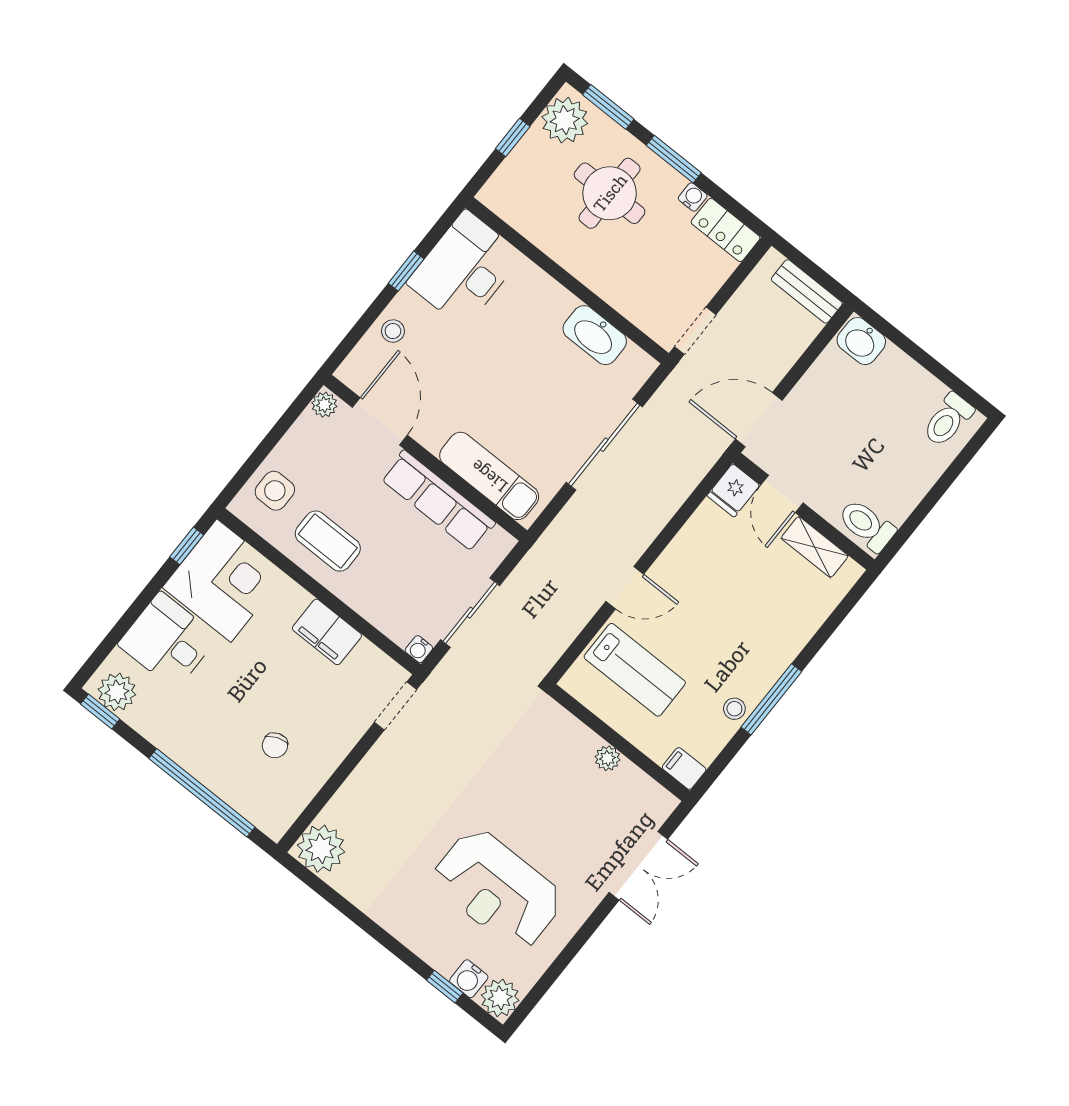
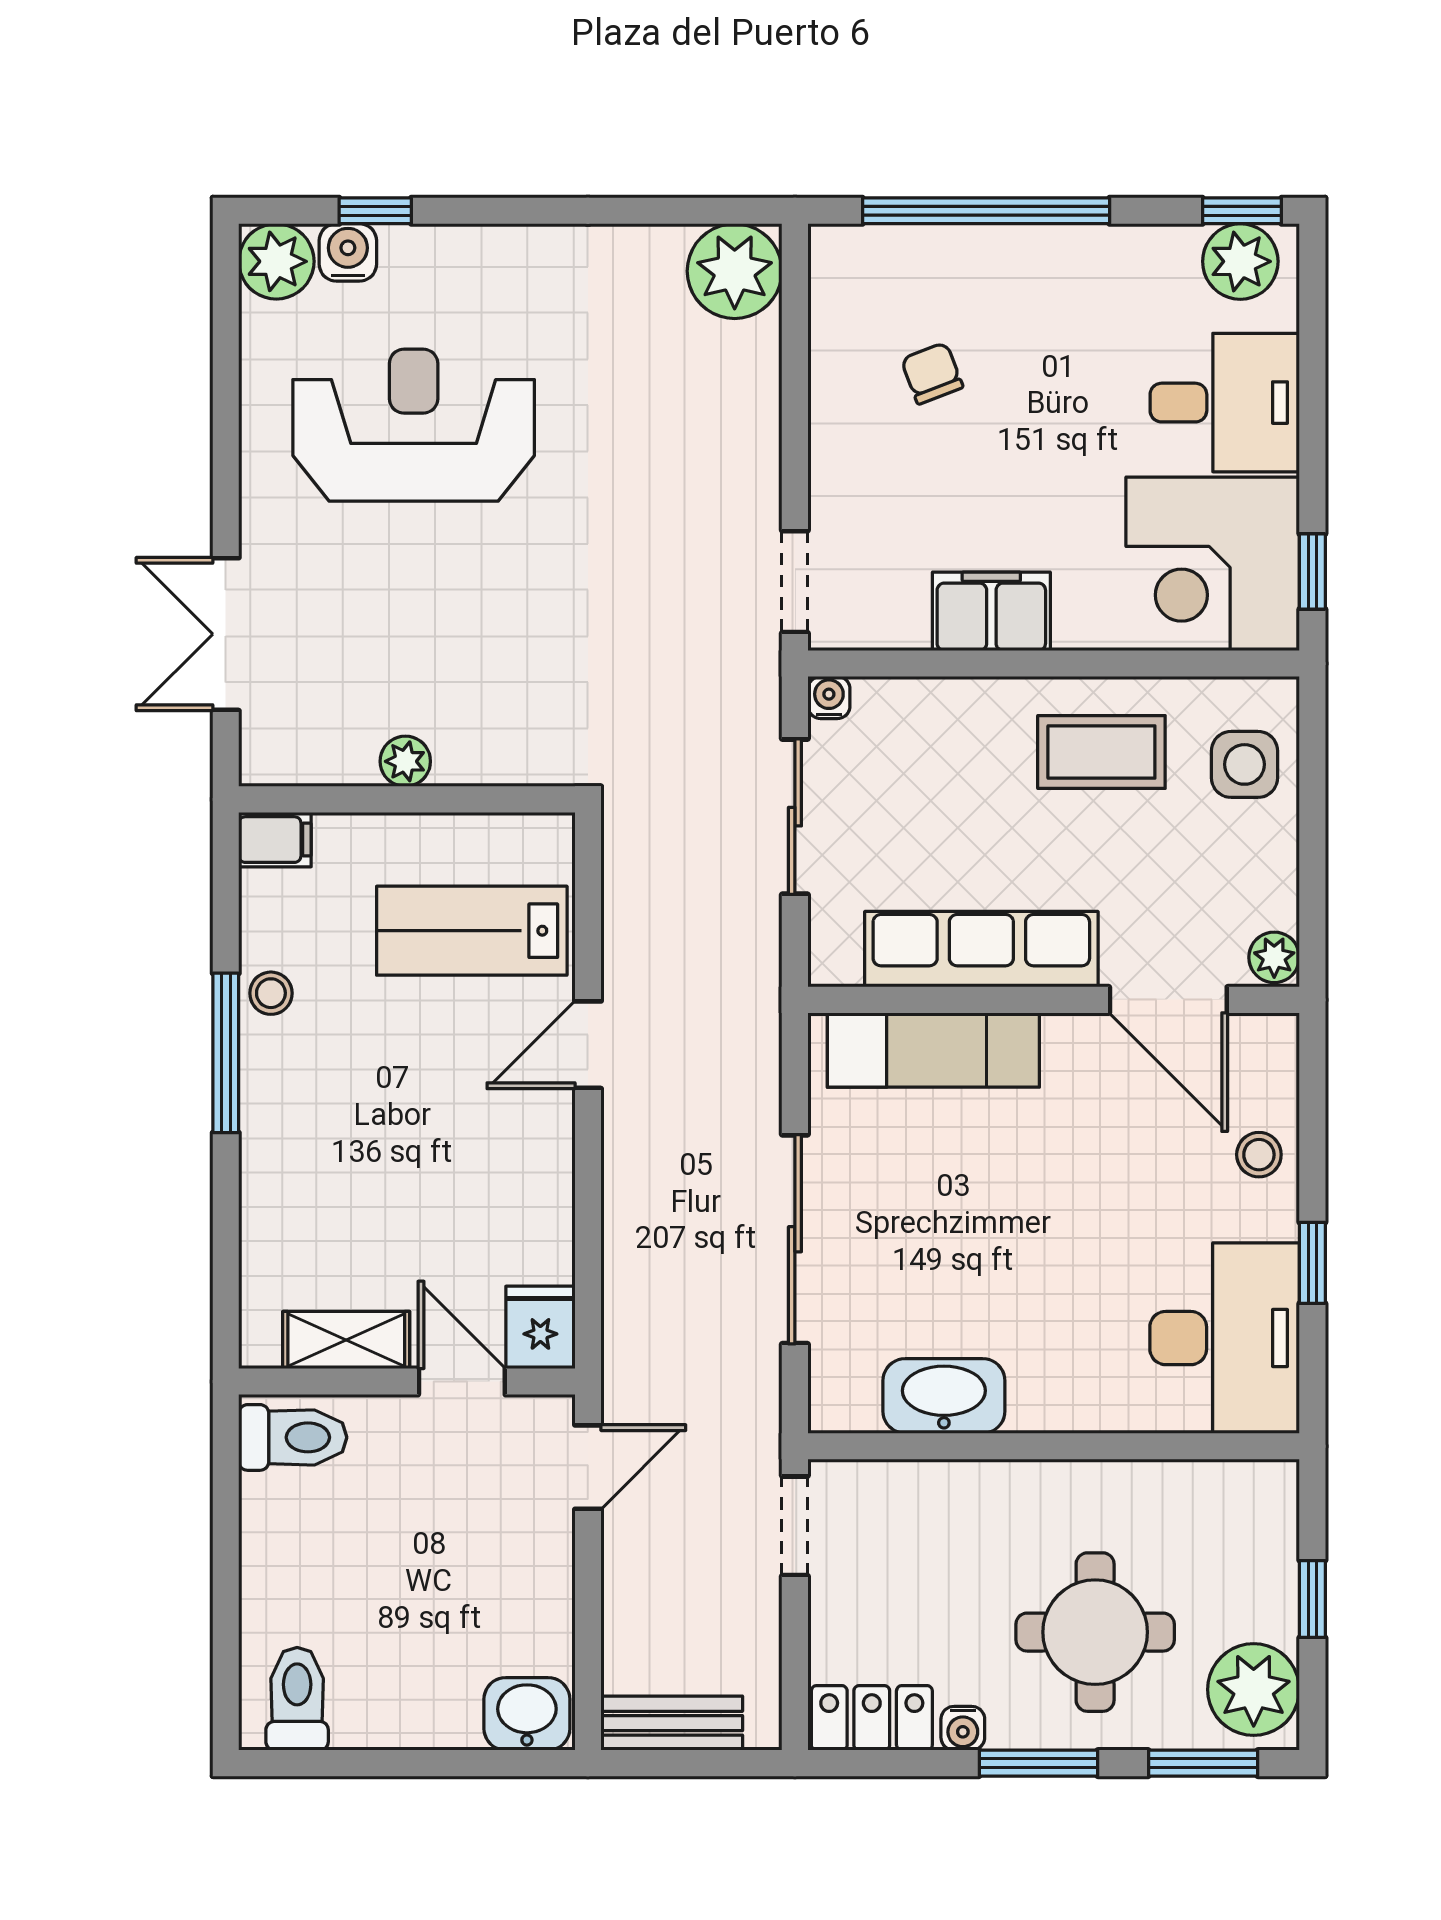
door: (759, 420) -> (588, 1467), width x0.73

